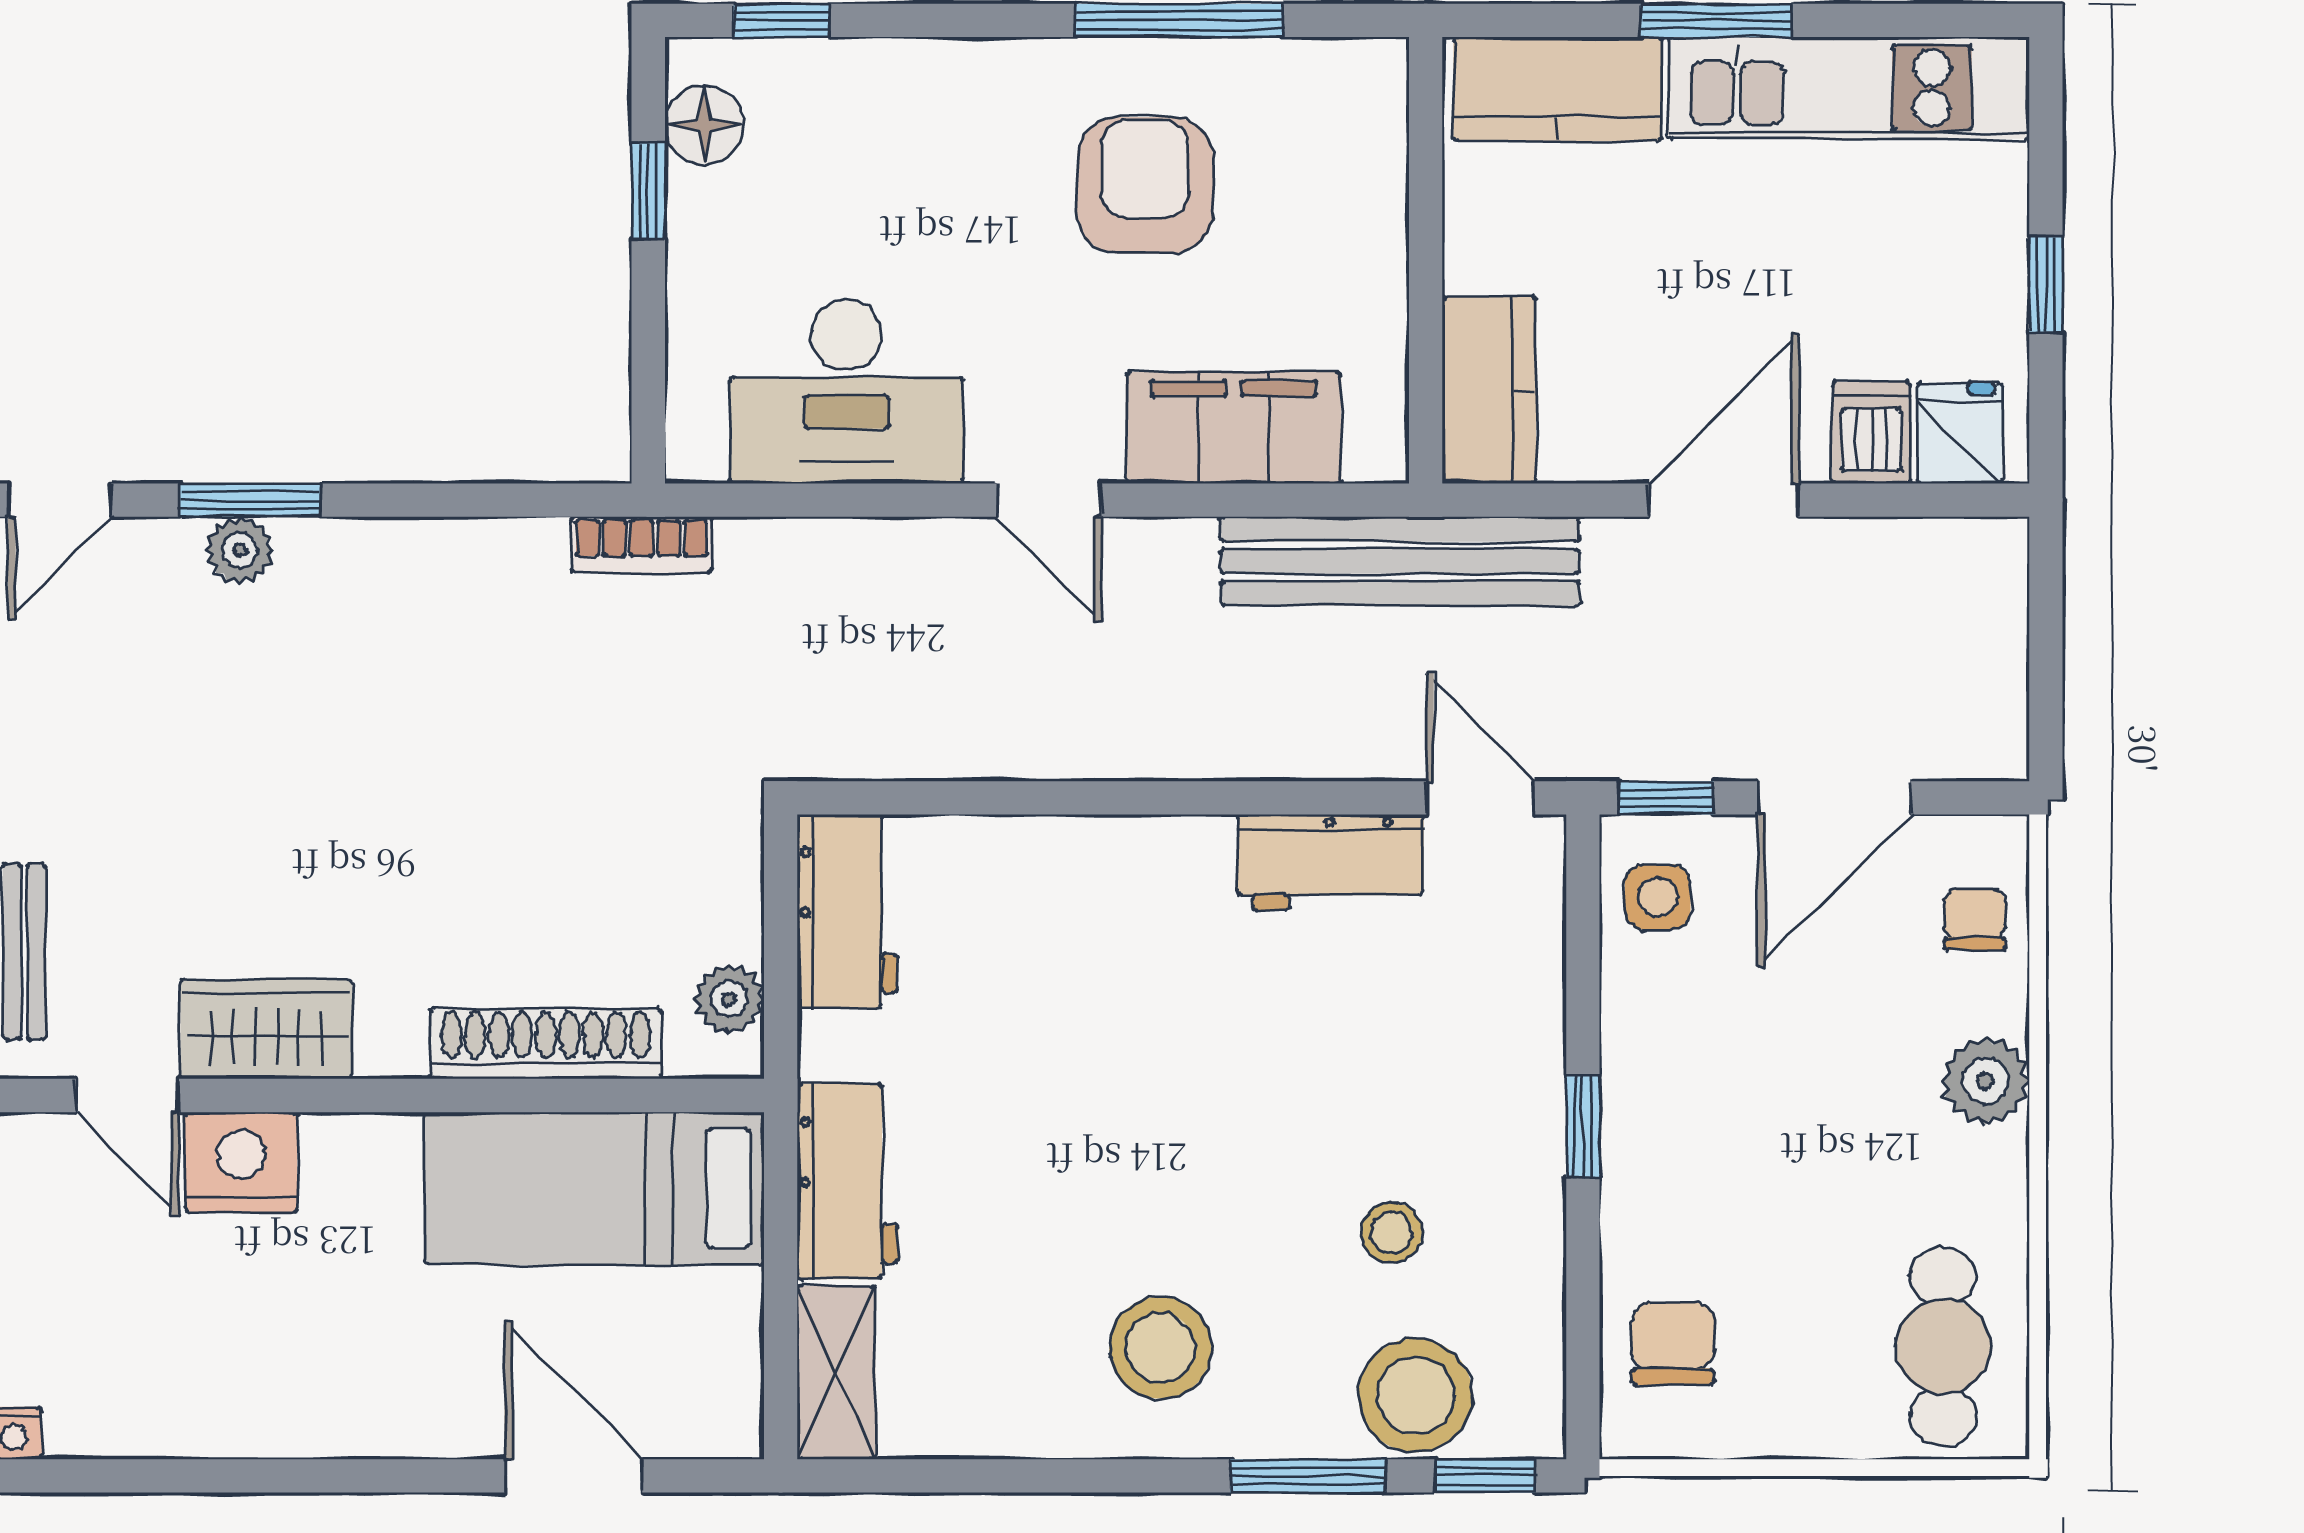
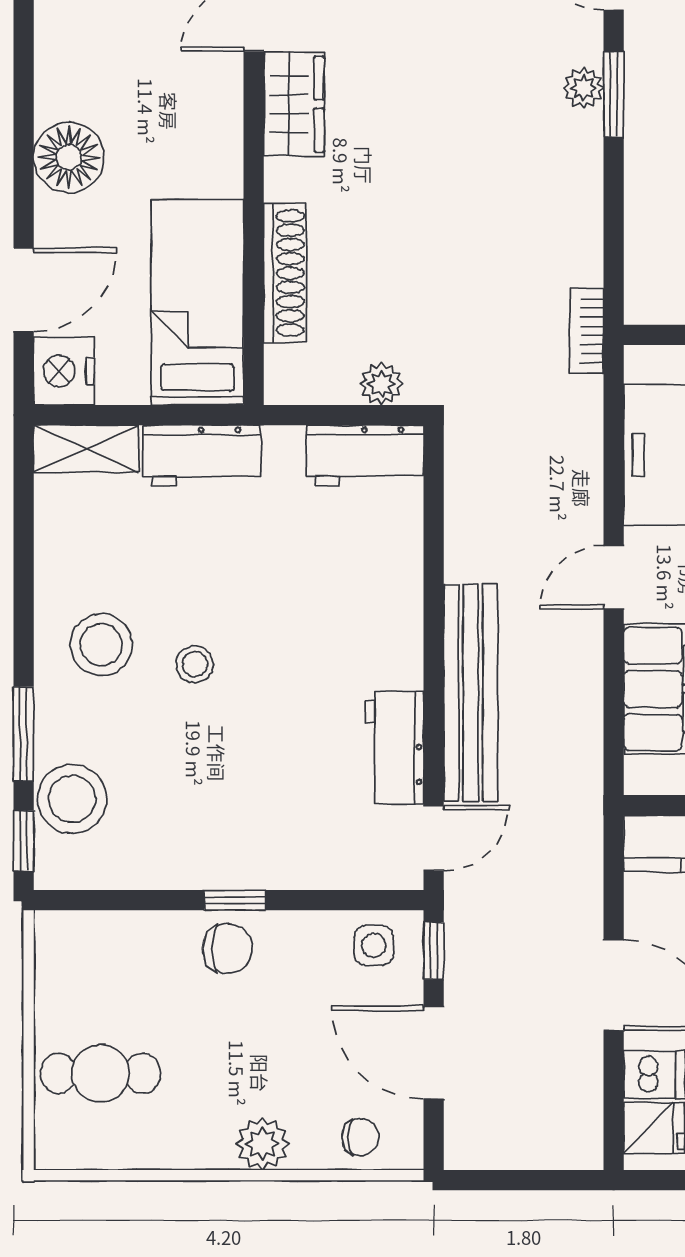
bench: (1400, 561) -> (471, 693), moved
plant: (729, 999) -> (382, 384), moved
nightstand: (241, 1162) -> (64, 371), moved, turned 180
stool: (1392, 1233) -> (195, 664), moved
chair: (1673, 1344) -> (227, 948), moved
cafe table: (1943, 1346) -> (100, 1073), moved
floor lamp: (354, 1401) -> (69, 157), added

